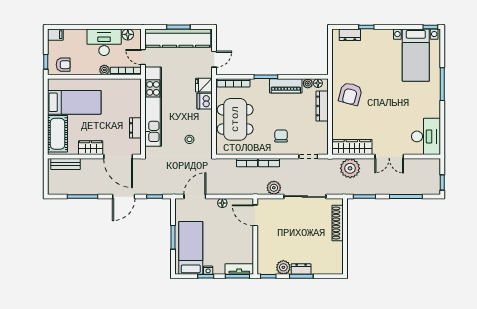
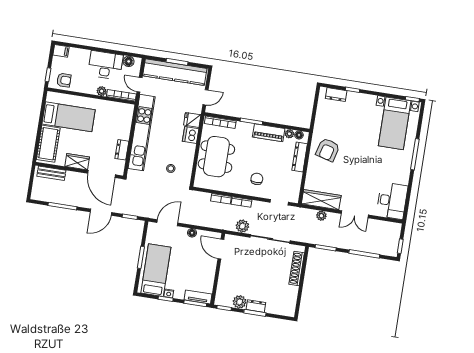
plant: (350, 168) -> (321, 216), width x0.53, depth x0.53

